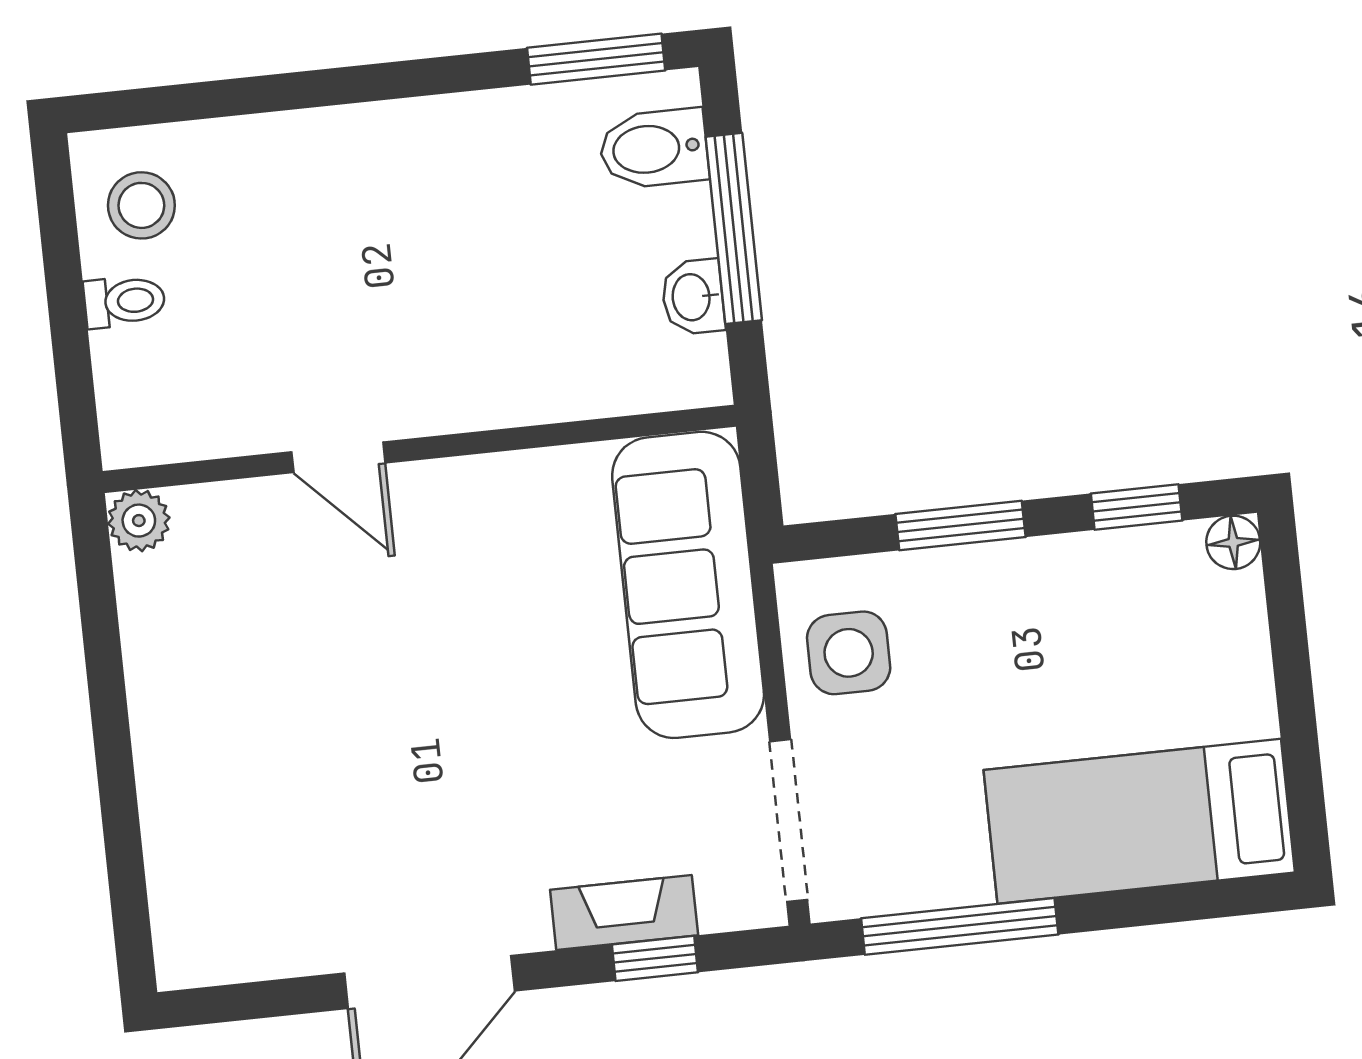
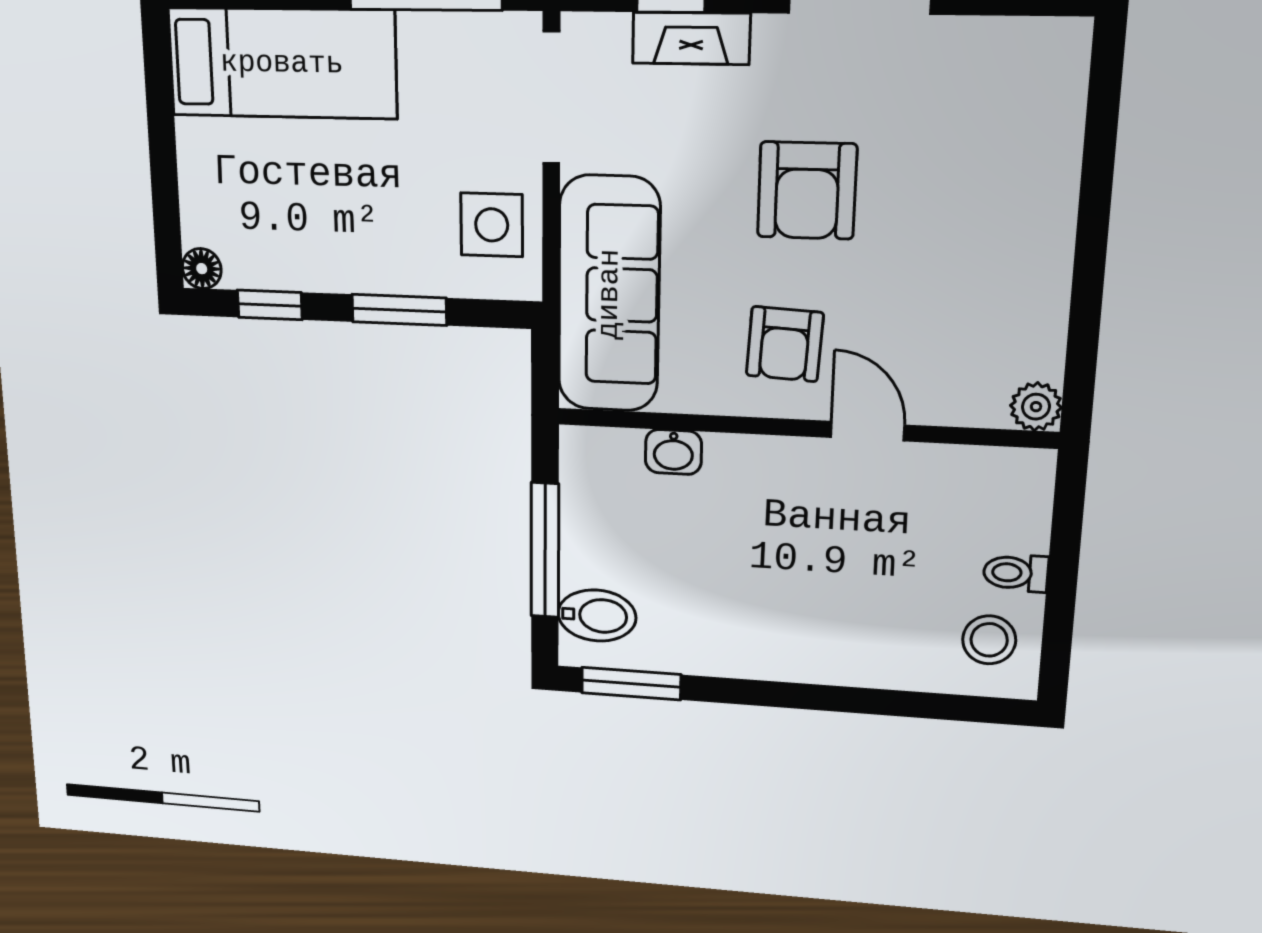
washbasin: (693, 297) -> (673, 452), moved, turned 90
armchair: (458, 554) -> (785, 344), added
armchair: (458, 748) -> (807, 191), added

